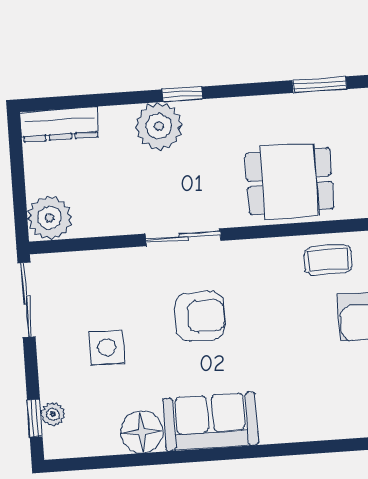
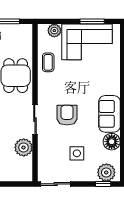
plant: (50, 218) -> (24, 147), moved
plant: (53, 414) -> (106, 172), width x1.88, depth x1.88

